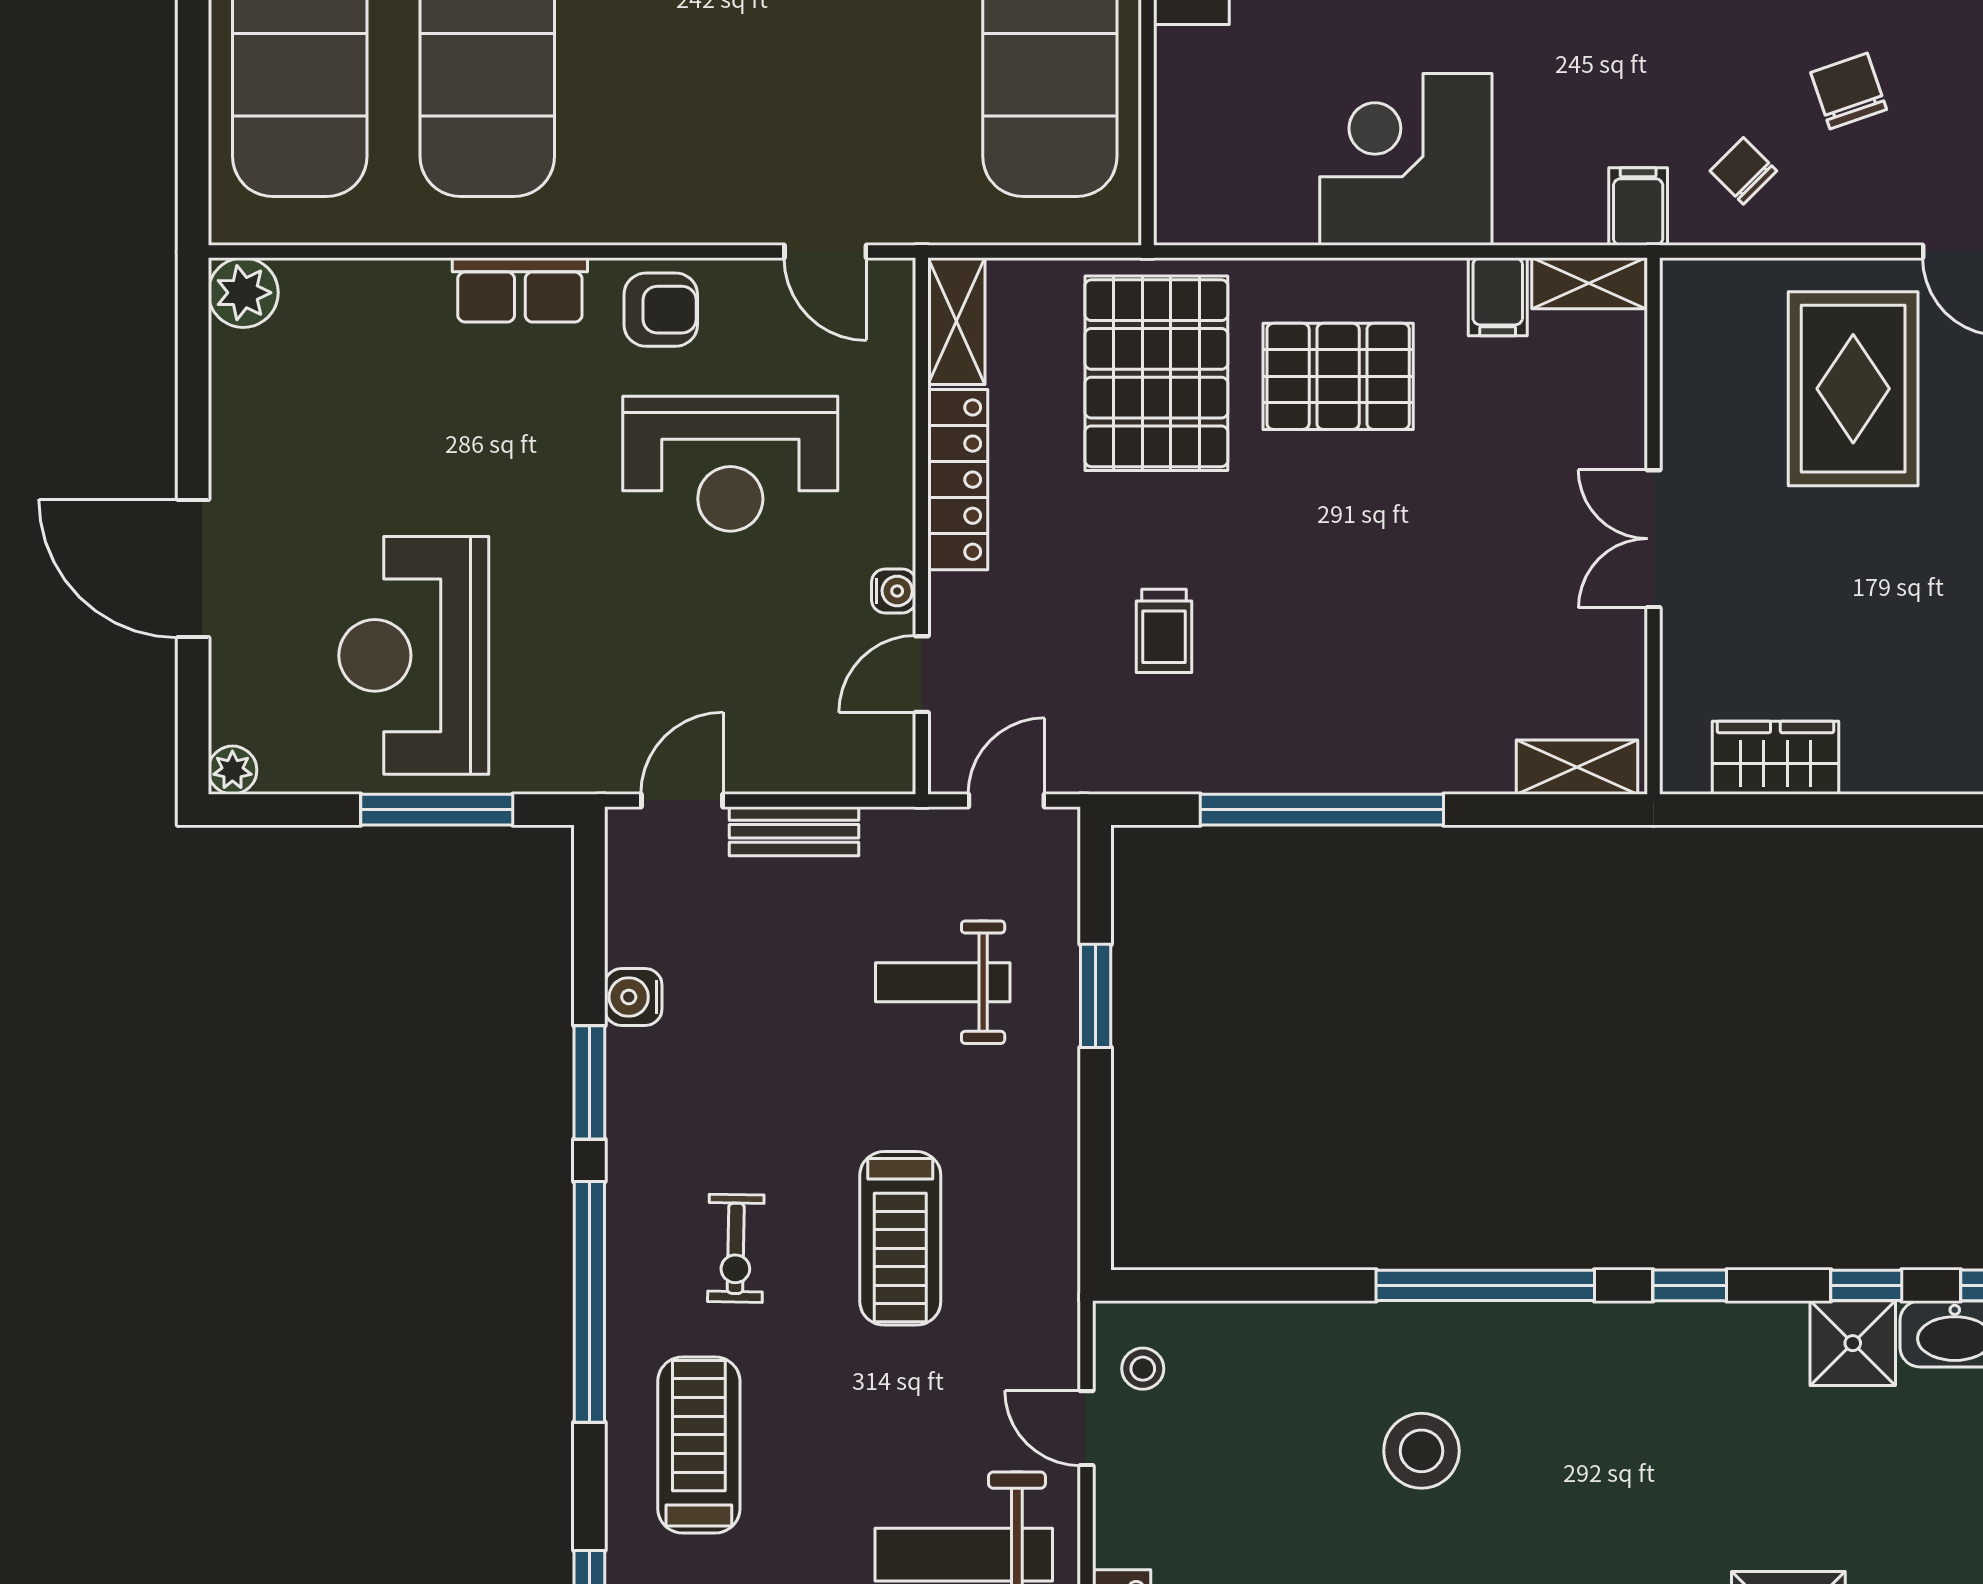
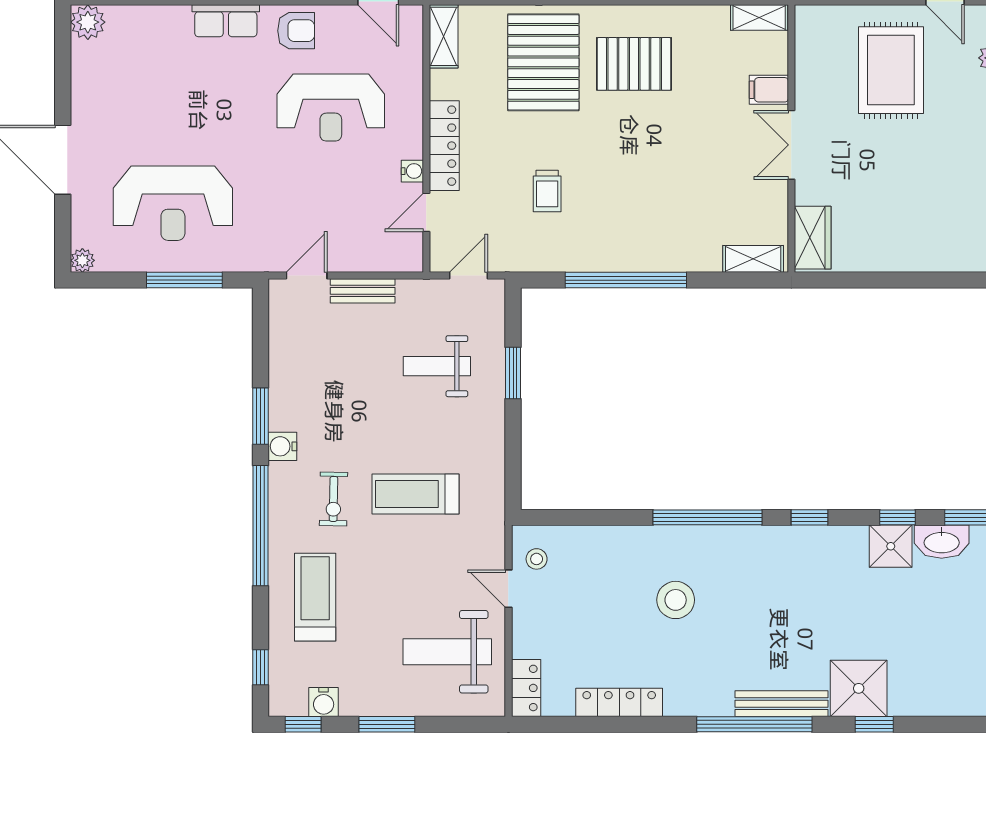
filing cabinet: (1498, 297) -> (769, 90), moved, turned 90
locker: (958, 480) -> (444, 146), moved
reception desk: (414, 655) -> (173, 203), turned -90
wardrobe: (1775, 758) -> (813, 238), moved, turned 90
water cooler: (633, 997) -> (282, 446), moved
treadmill: (900, 1238) -> (416, 494), turned 90

